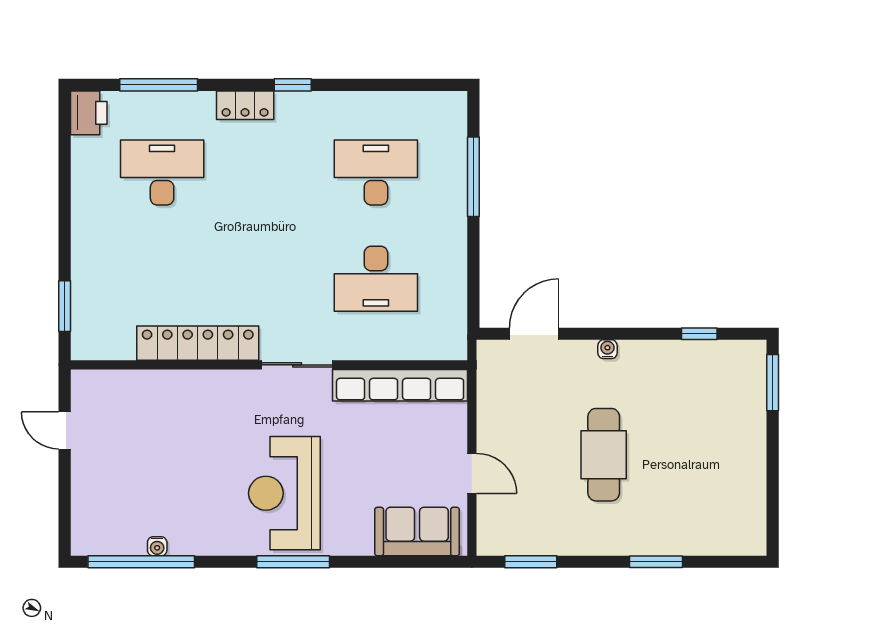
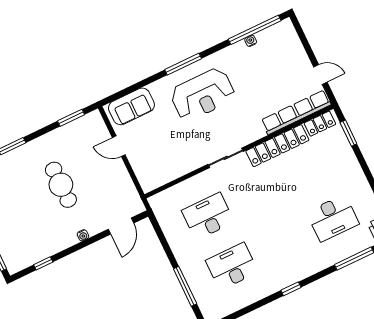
locker: (245, 105) -> (320, 124), moved, turned 180
desk: (376, 173) -> (232, 266), turned 180
row of seats: (400, 385) -> (296, 112), moved
reception desk: (284, 493) -> (203, 95), turned 90

